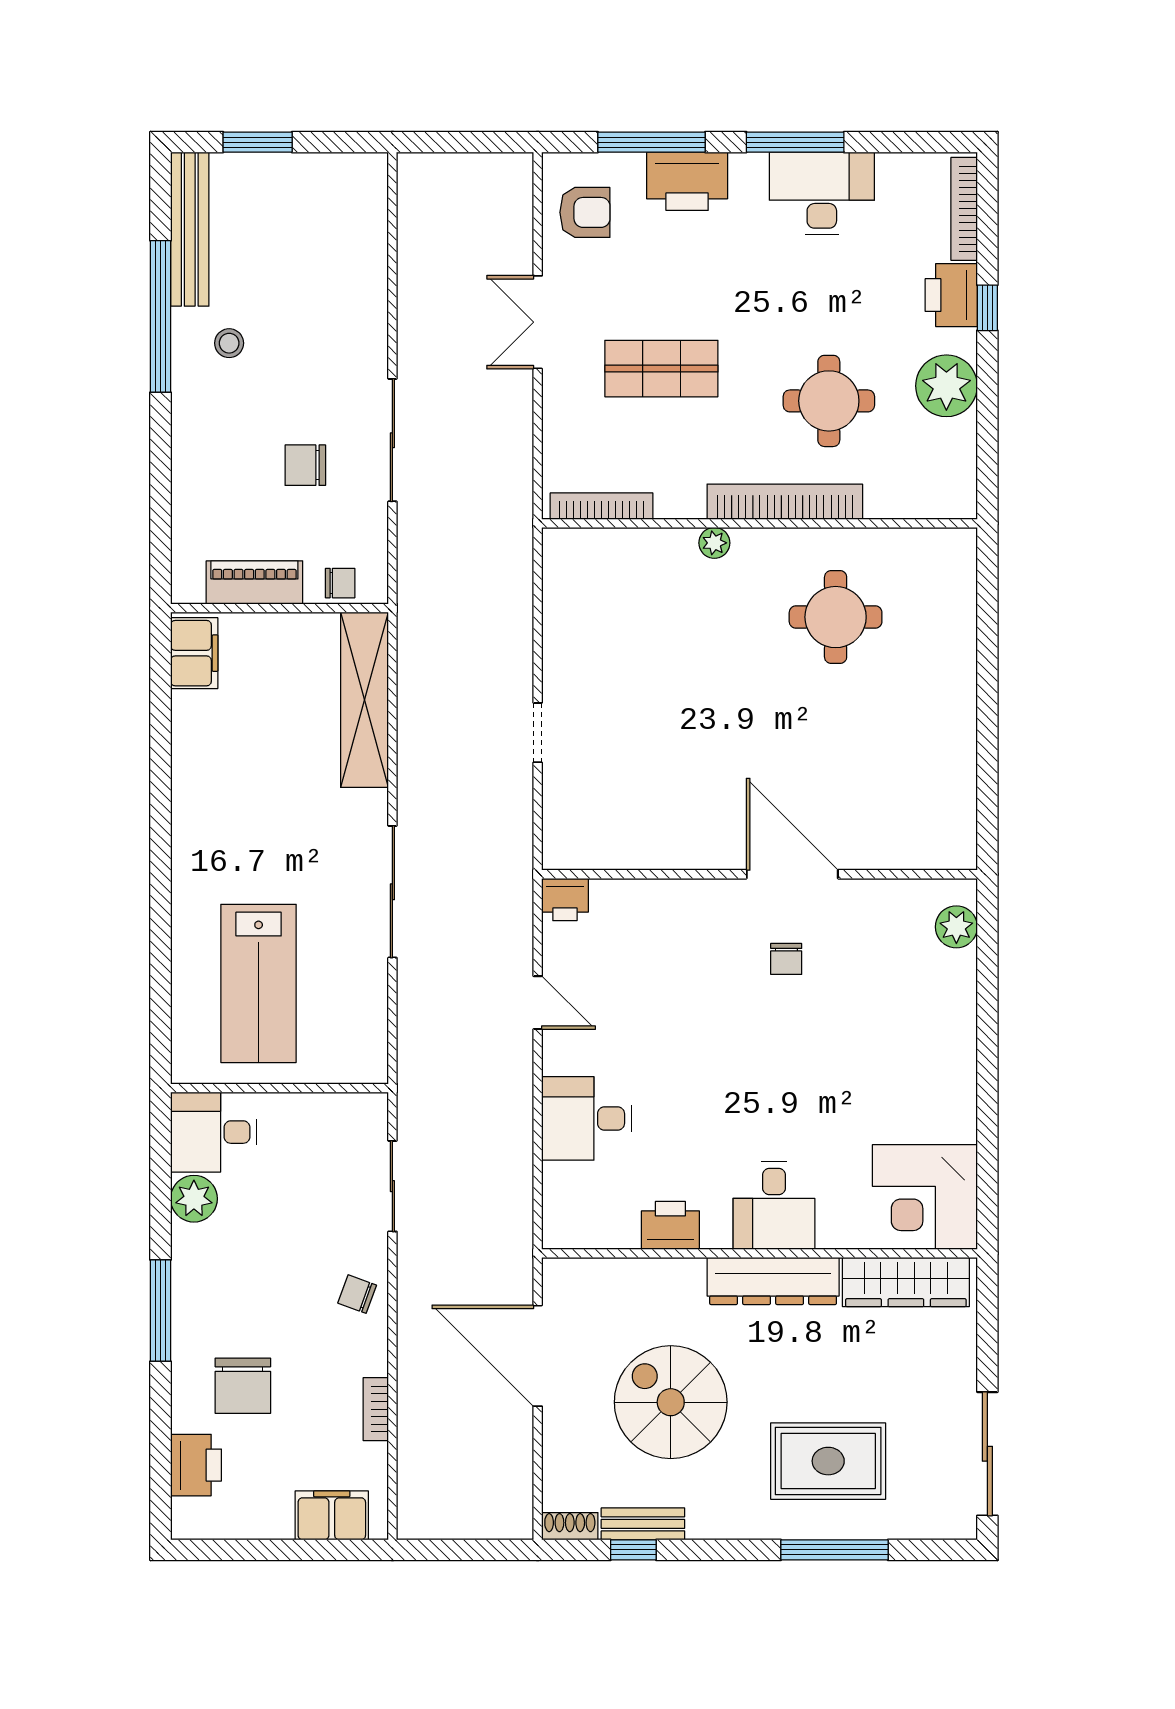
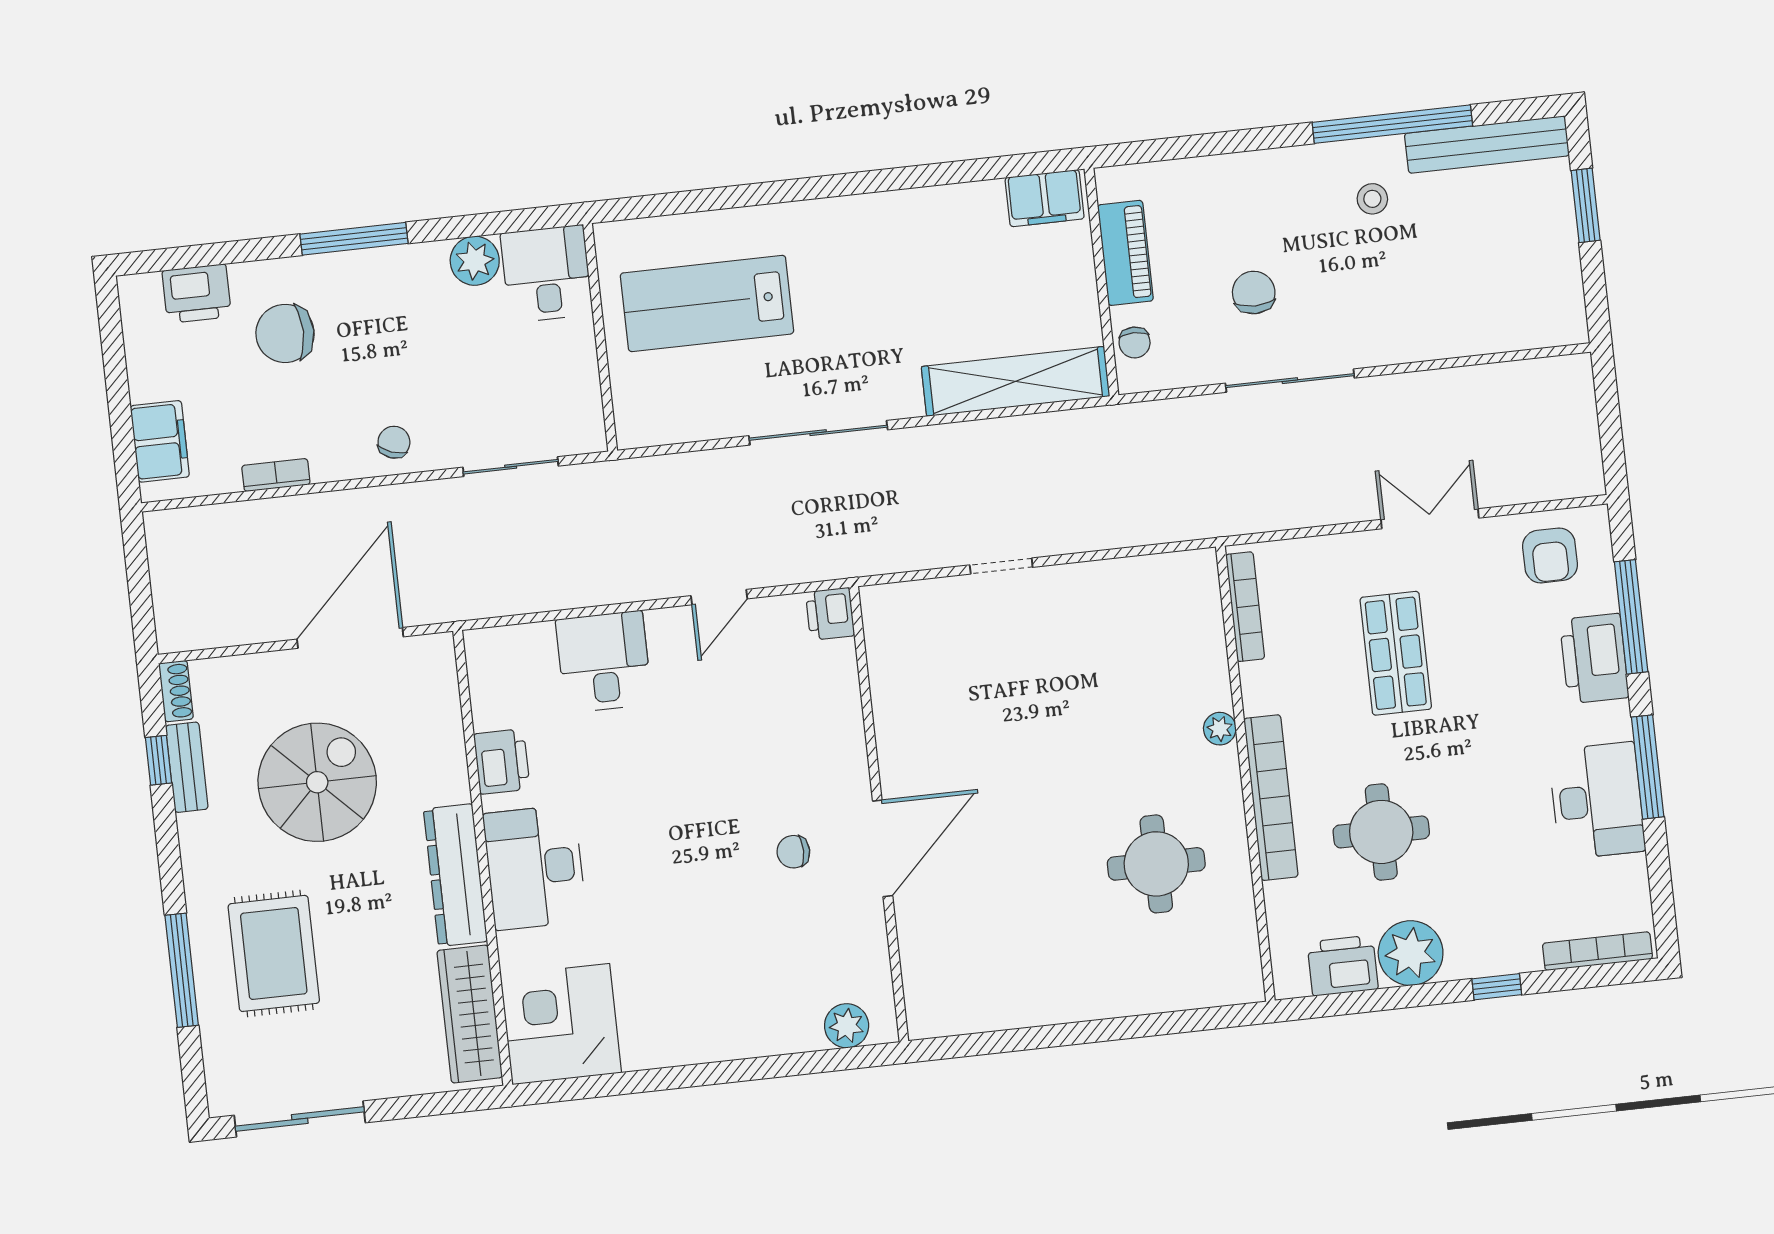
printer: (951, 295) -> (1343, 966), moved
desk: (774, 1205) -> (535, 867), width x1.37

